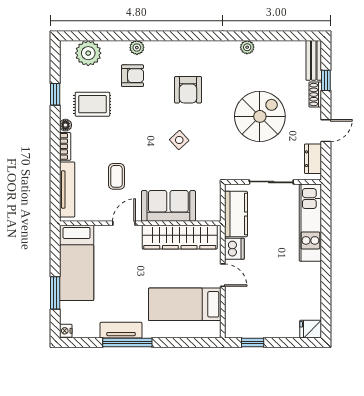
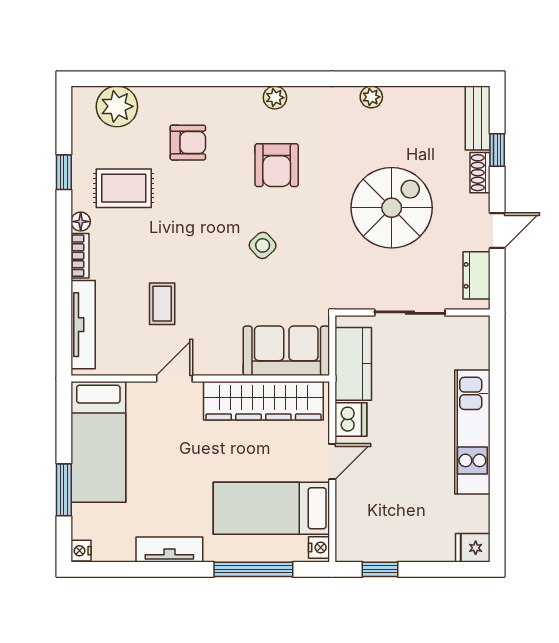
plant: (137, 48) -> (275, 98), moved
sofa: (168, 206) -> (286, 351), moved
kitchen unit: (310, 223) -> (472, 432), moved
door: (223, 275) -> (332, 462), hinge flipped
nightstand: (214, 329) -> (319, 548), added
window: (127, 343) -> (253, 569), moved

